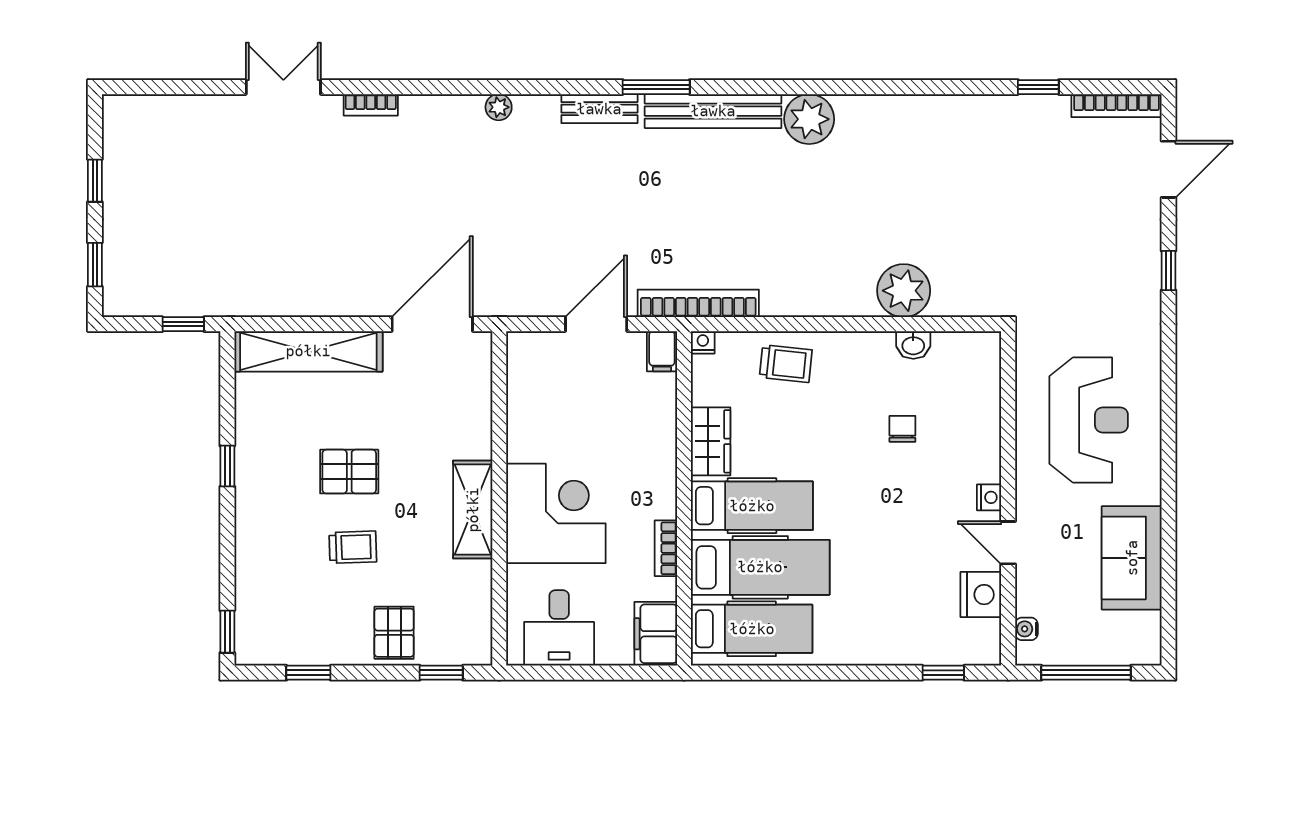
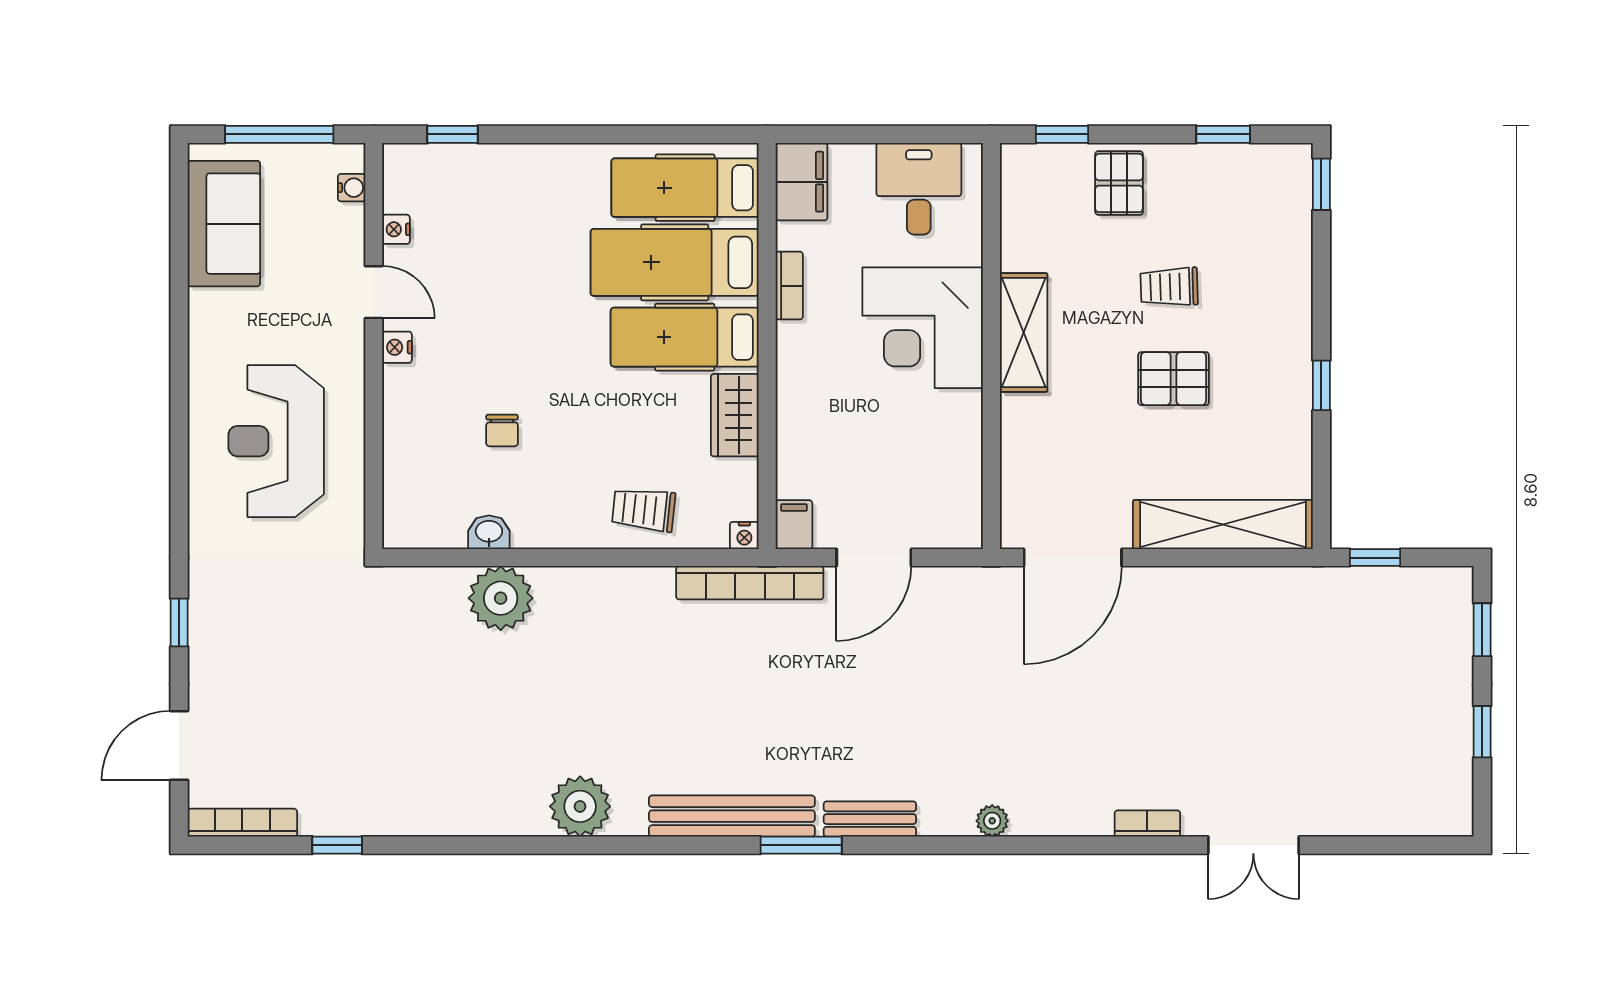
plant: (809, 119) -> (580, 806), moved
sofa: (1132, 558) -> (224, 224), moved
nightstand: (981, 595) -> (396, 229), width x0.53, depth x0.56

